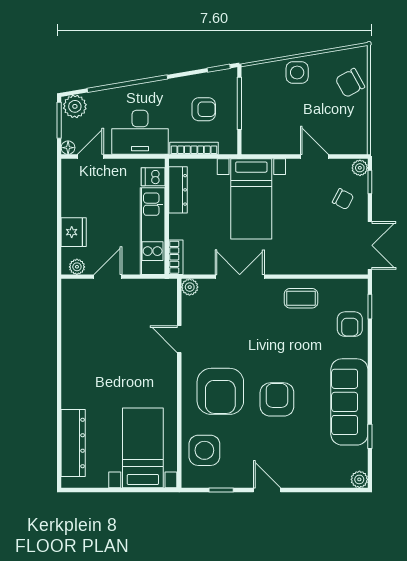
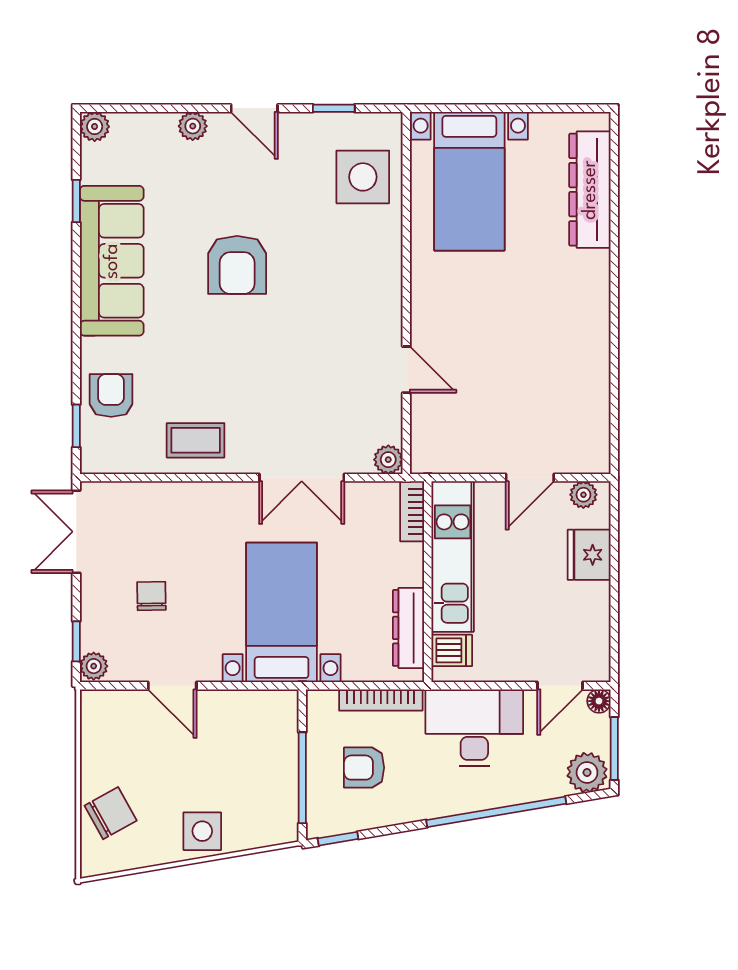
chair: (343, 199) -> (151, 596), moved, turned 61
armchair: (220, 391) -> (335, 279), removed
plant: (303, 480) -> (193, 126), added

